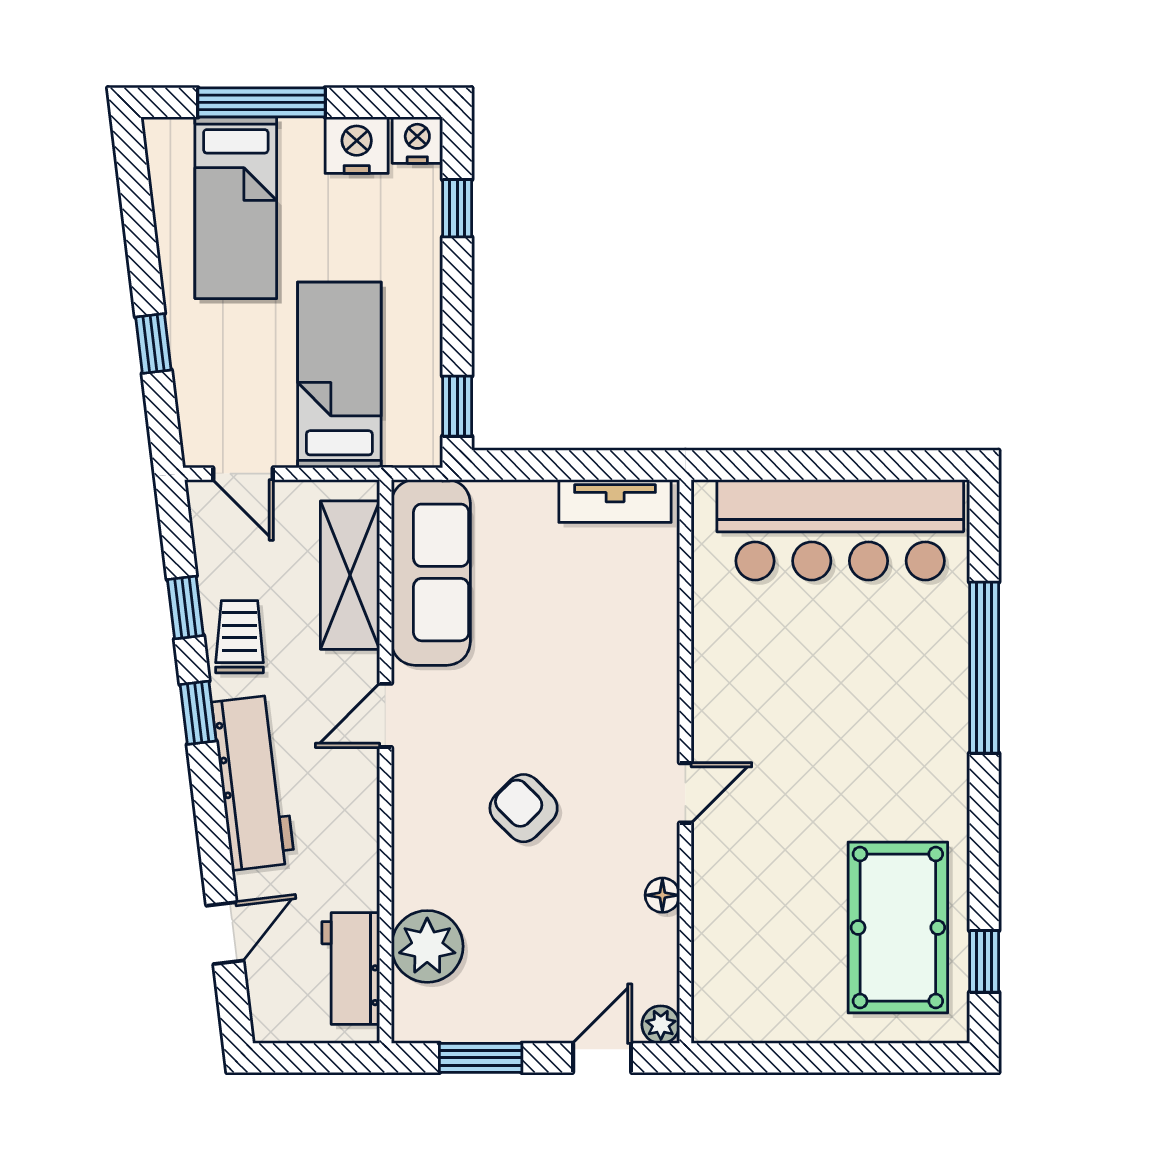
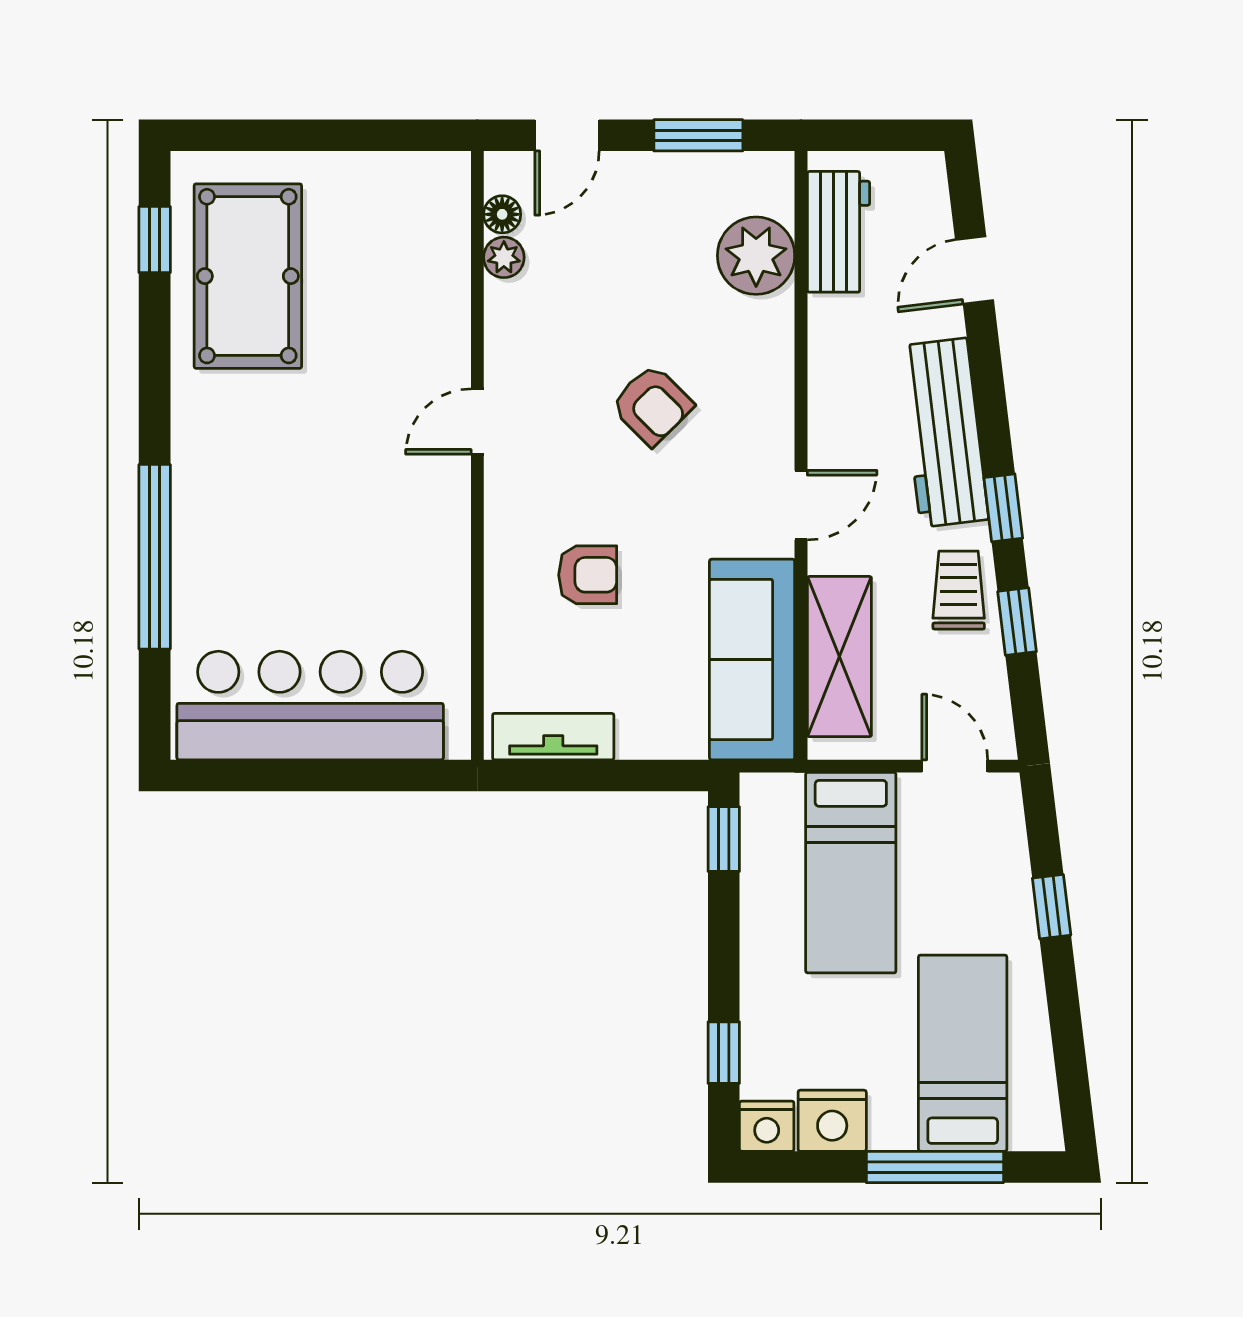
trolley: (240, 637) -> (959, 590), turned 180
armchair: (583, 651) -> (588, 575), added
floor lamp: (662, 895) -> (502, 214), moved
plant: (661, 1025) -> (504, 257), moved

